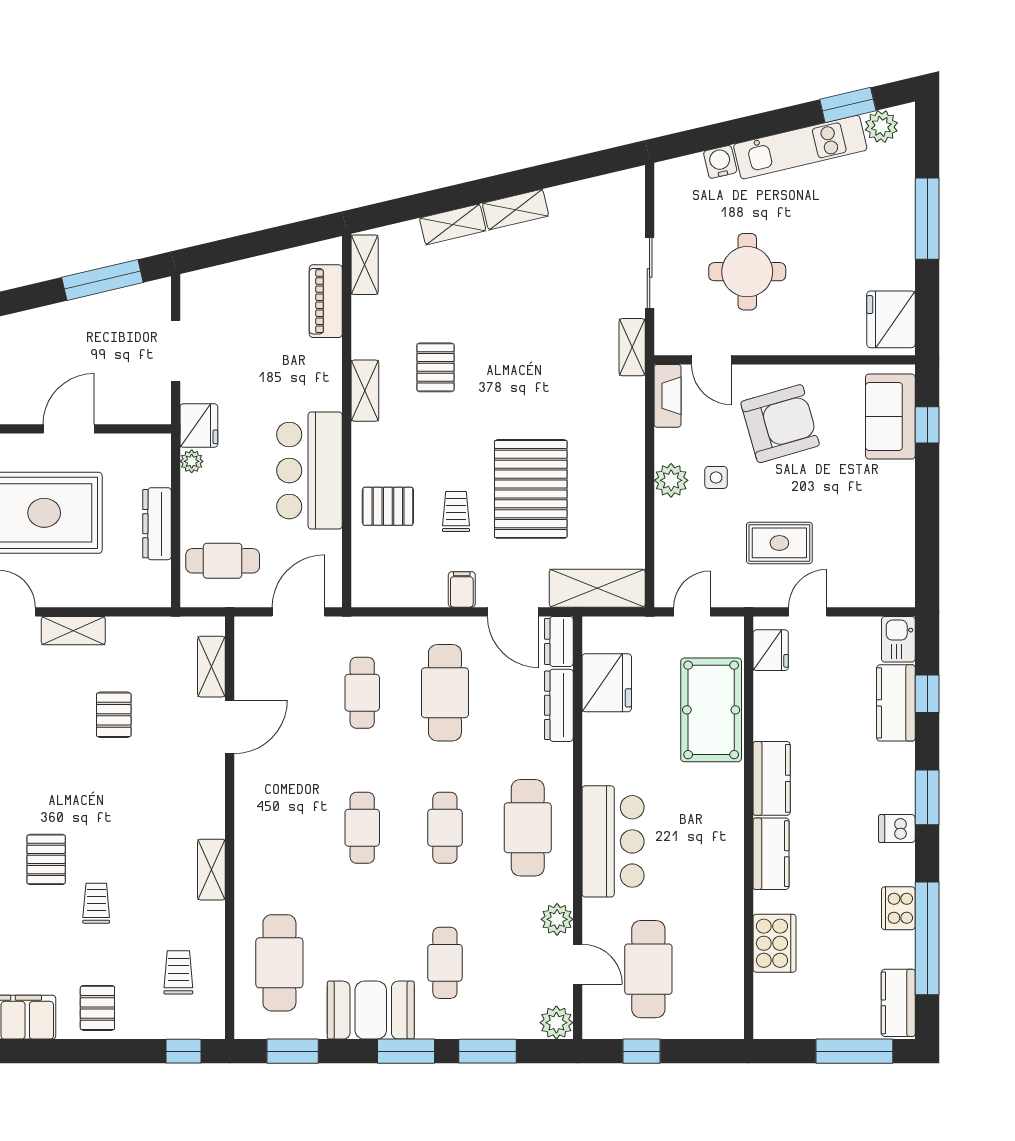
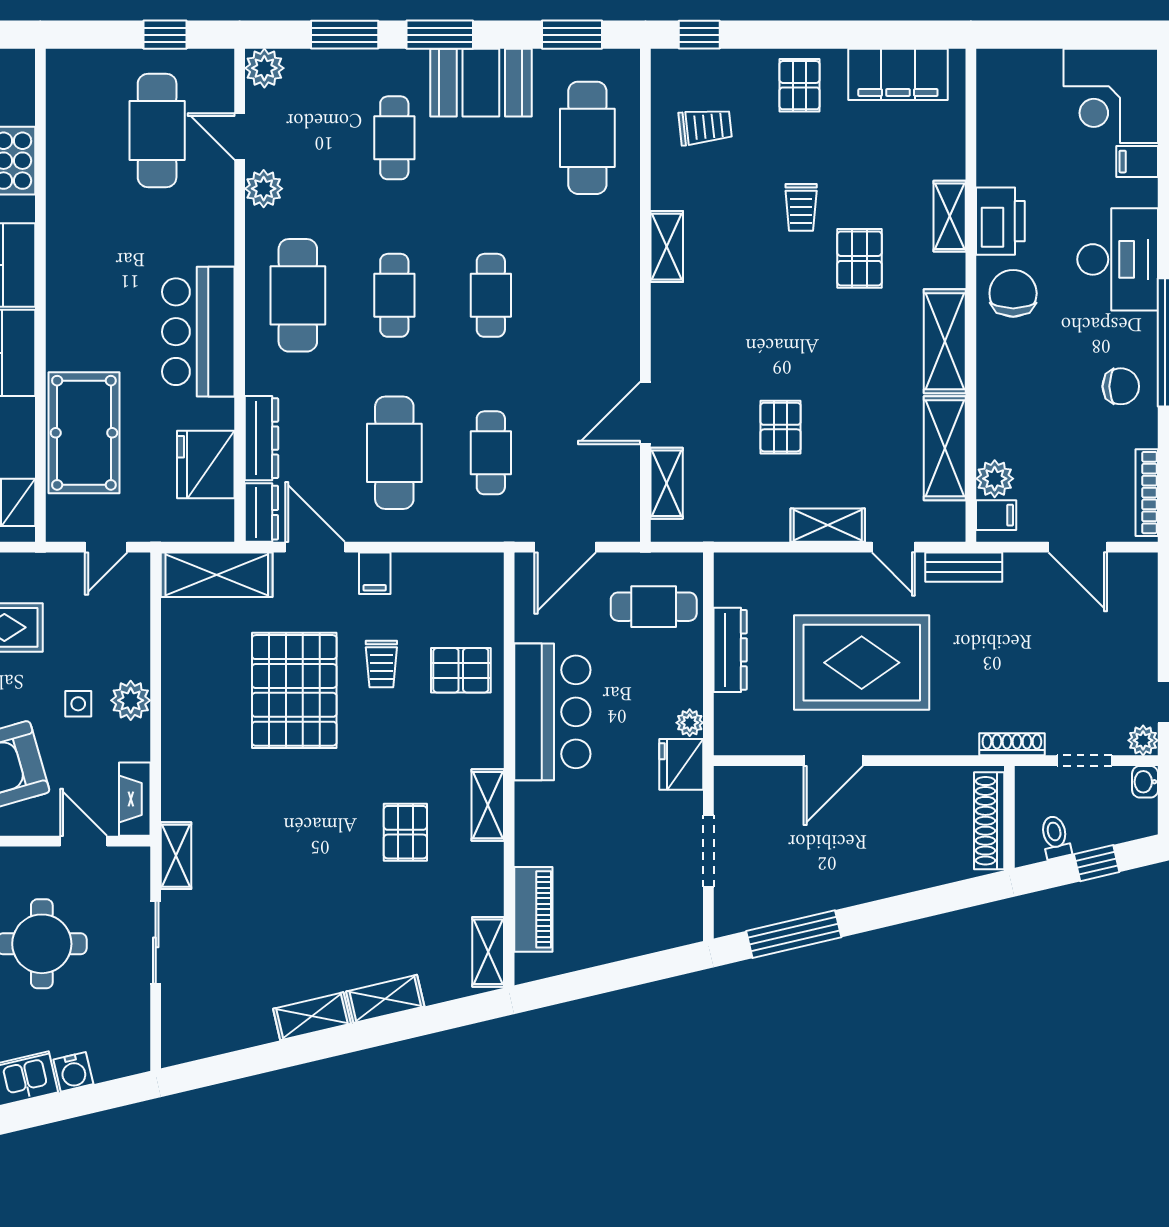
bar counter: (613, 841) -> (198, 332), moved
trolley: (178, 972) -> (705, 127), turned -96

